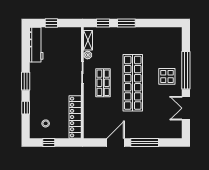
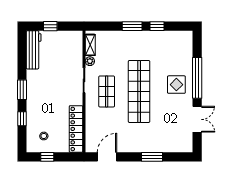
window: (103, 23) -> (157, 26), moved
double door: (186, 108) -> (197, 119), swing flipped
door: (116, 143) -> (107, 157), moved
window: (145, 143) -> (152, 157), width x0.69

